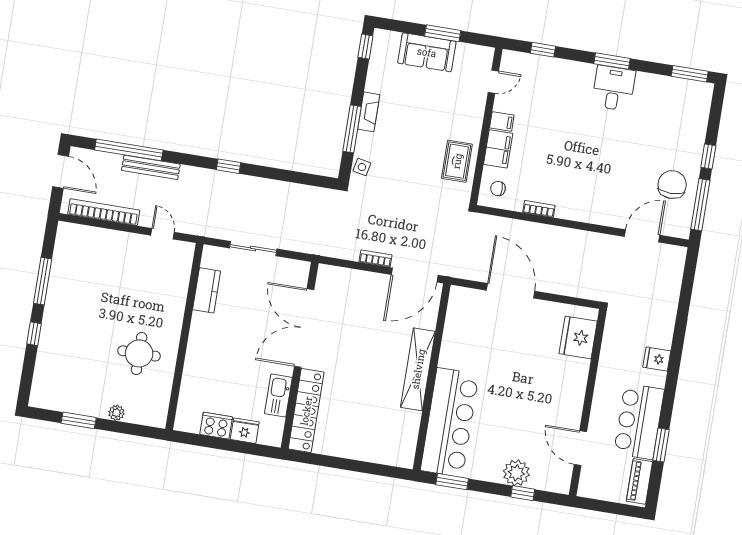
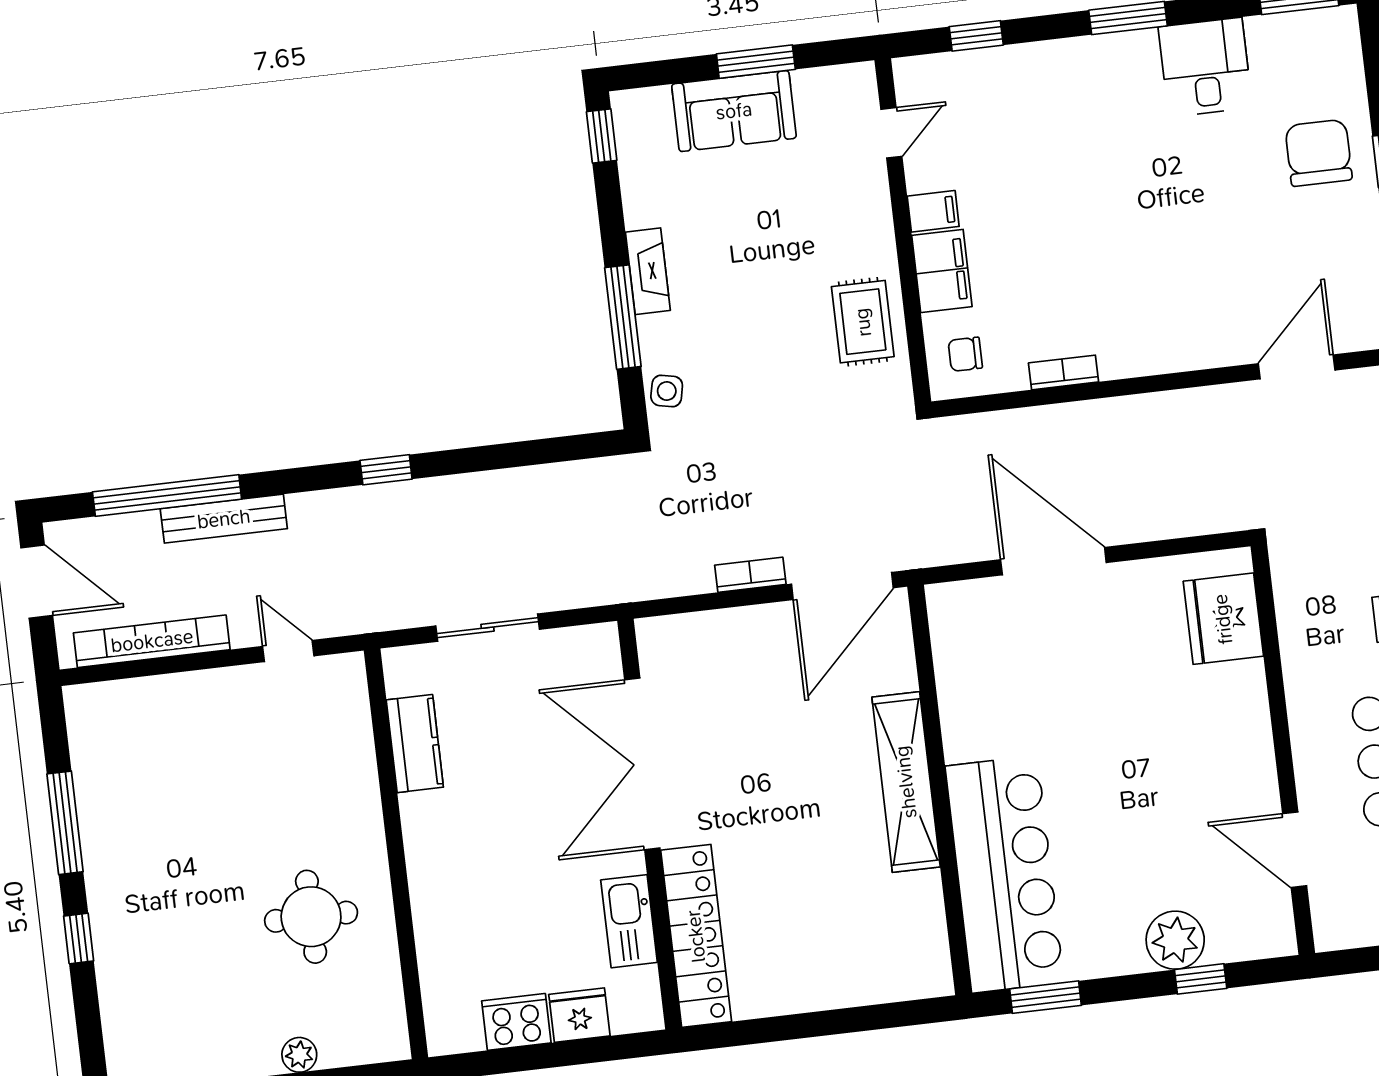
desk: (614, 88) -> (1205, 67), moved
chair: (672, 185) -> (1319, 153), moved

